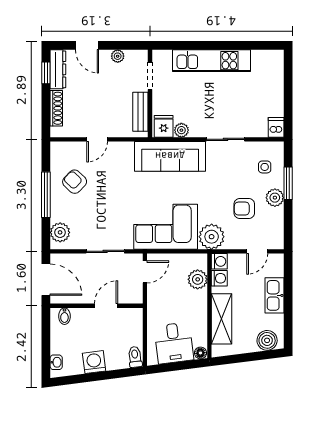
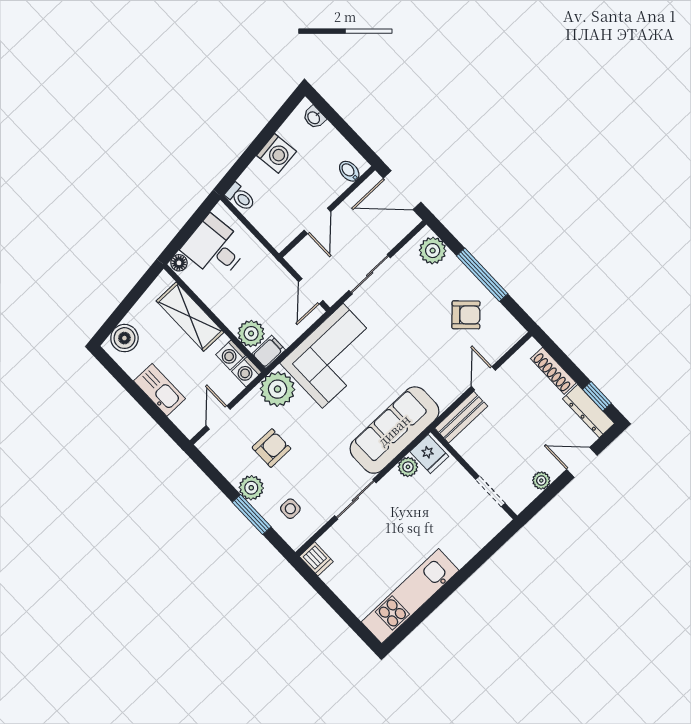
kitchen unit: (211, 61) -> (410, 596), moved
bench: (140, 112) -> (461, 417), moved, turned 90
filing cabinet: (198, 261) -> (269, 352), added

